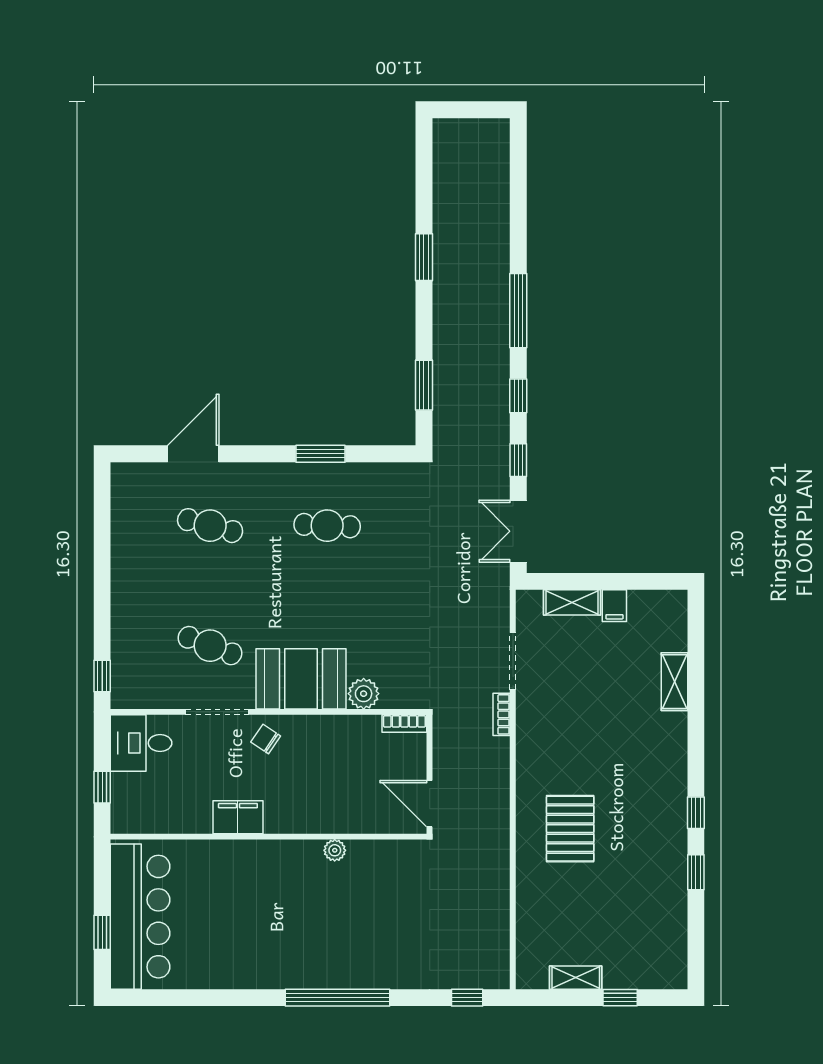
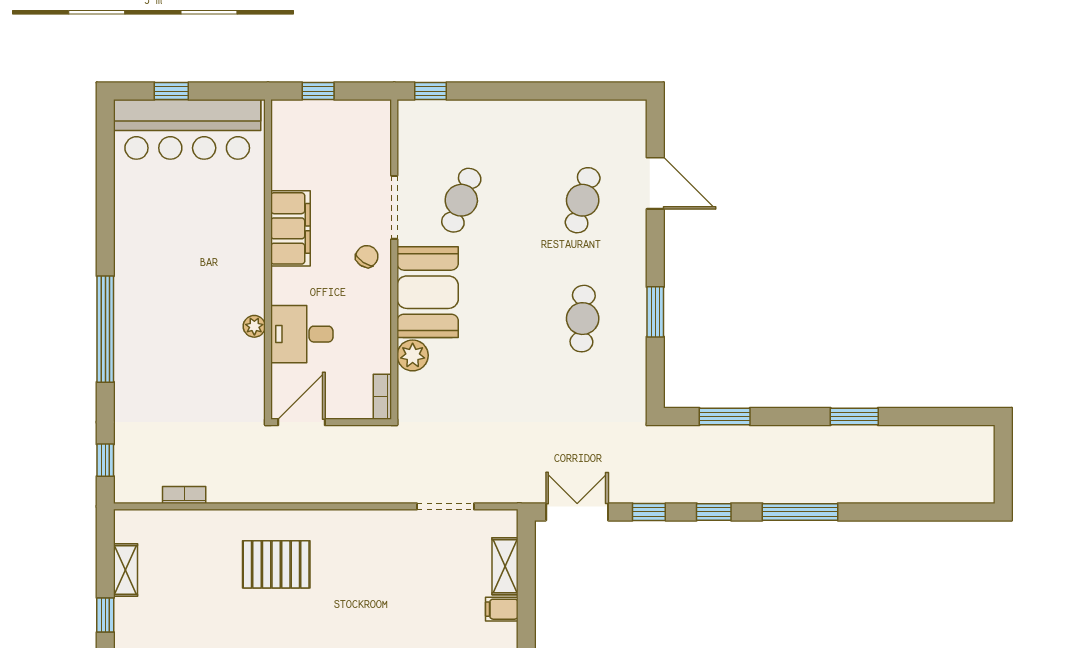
bookcase: (502, 714) -> (184, 495), moved
desk: (141, 743) -> (302, 334), moved, turned -90
filing cabinet: (238, 817) -> (290, 228), width x1.50, depth x1.17

